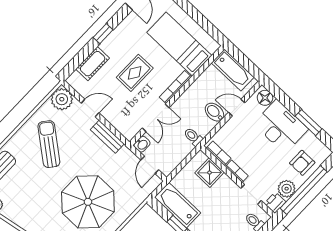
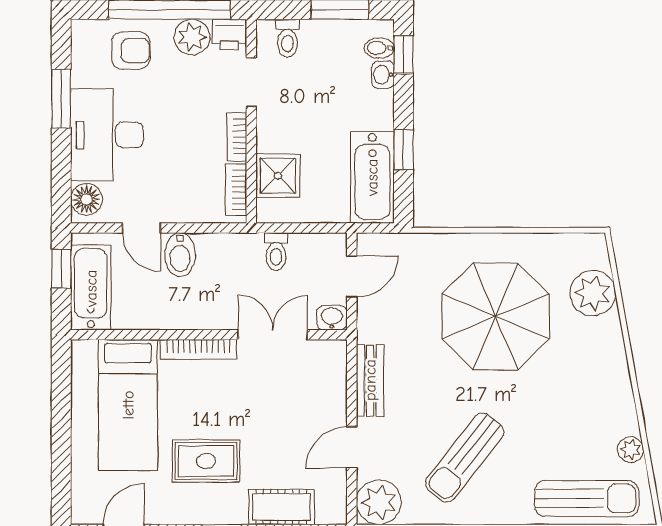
window: (249, 66) -> (61, 269), added
rug: (135, 73) -> (206, 461), moved
door: (90, 108) -> (352, 447), hinge flipped
toilet: (193, 137) -> (276, 252), moved

